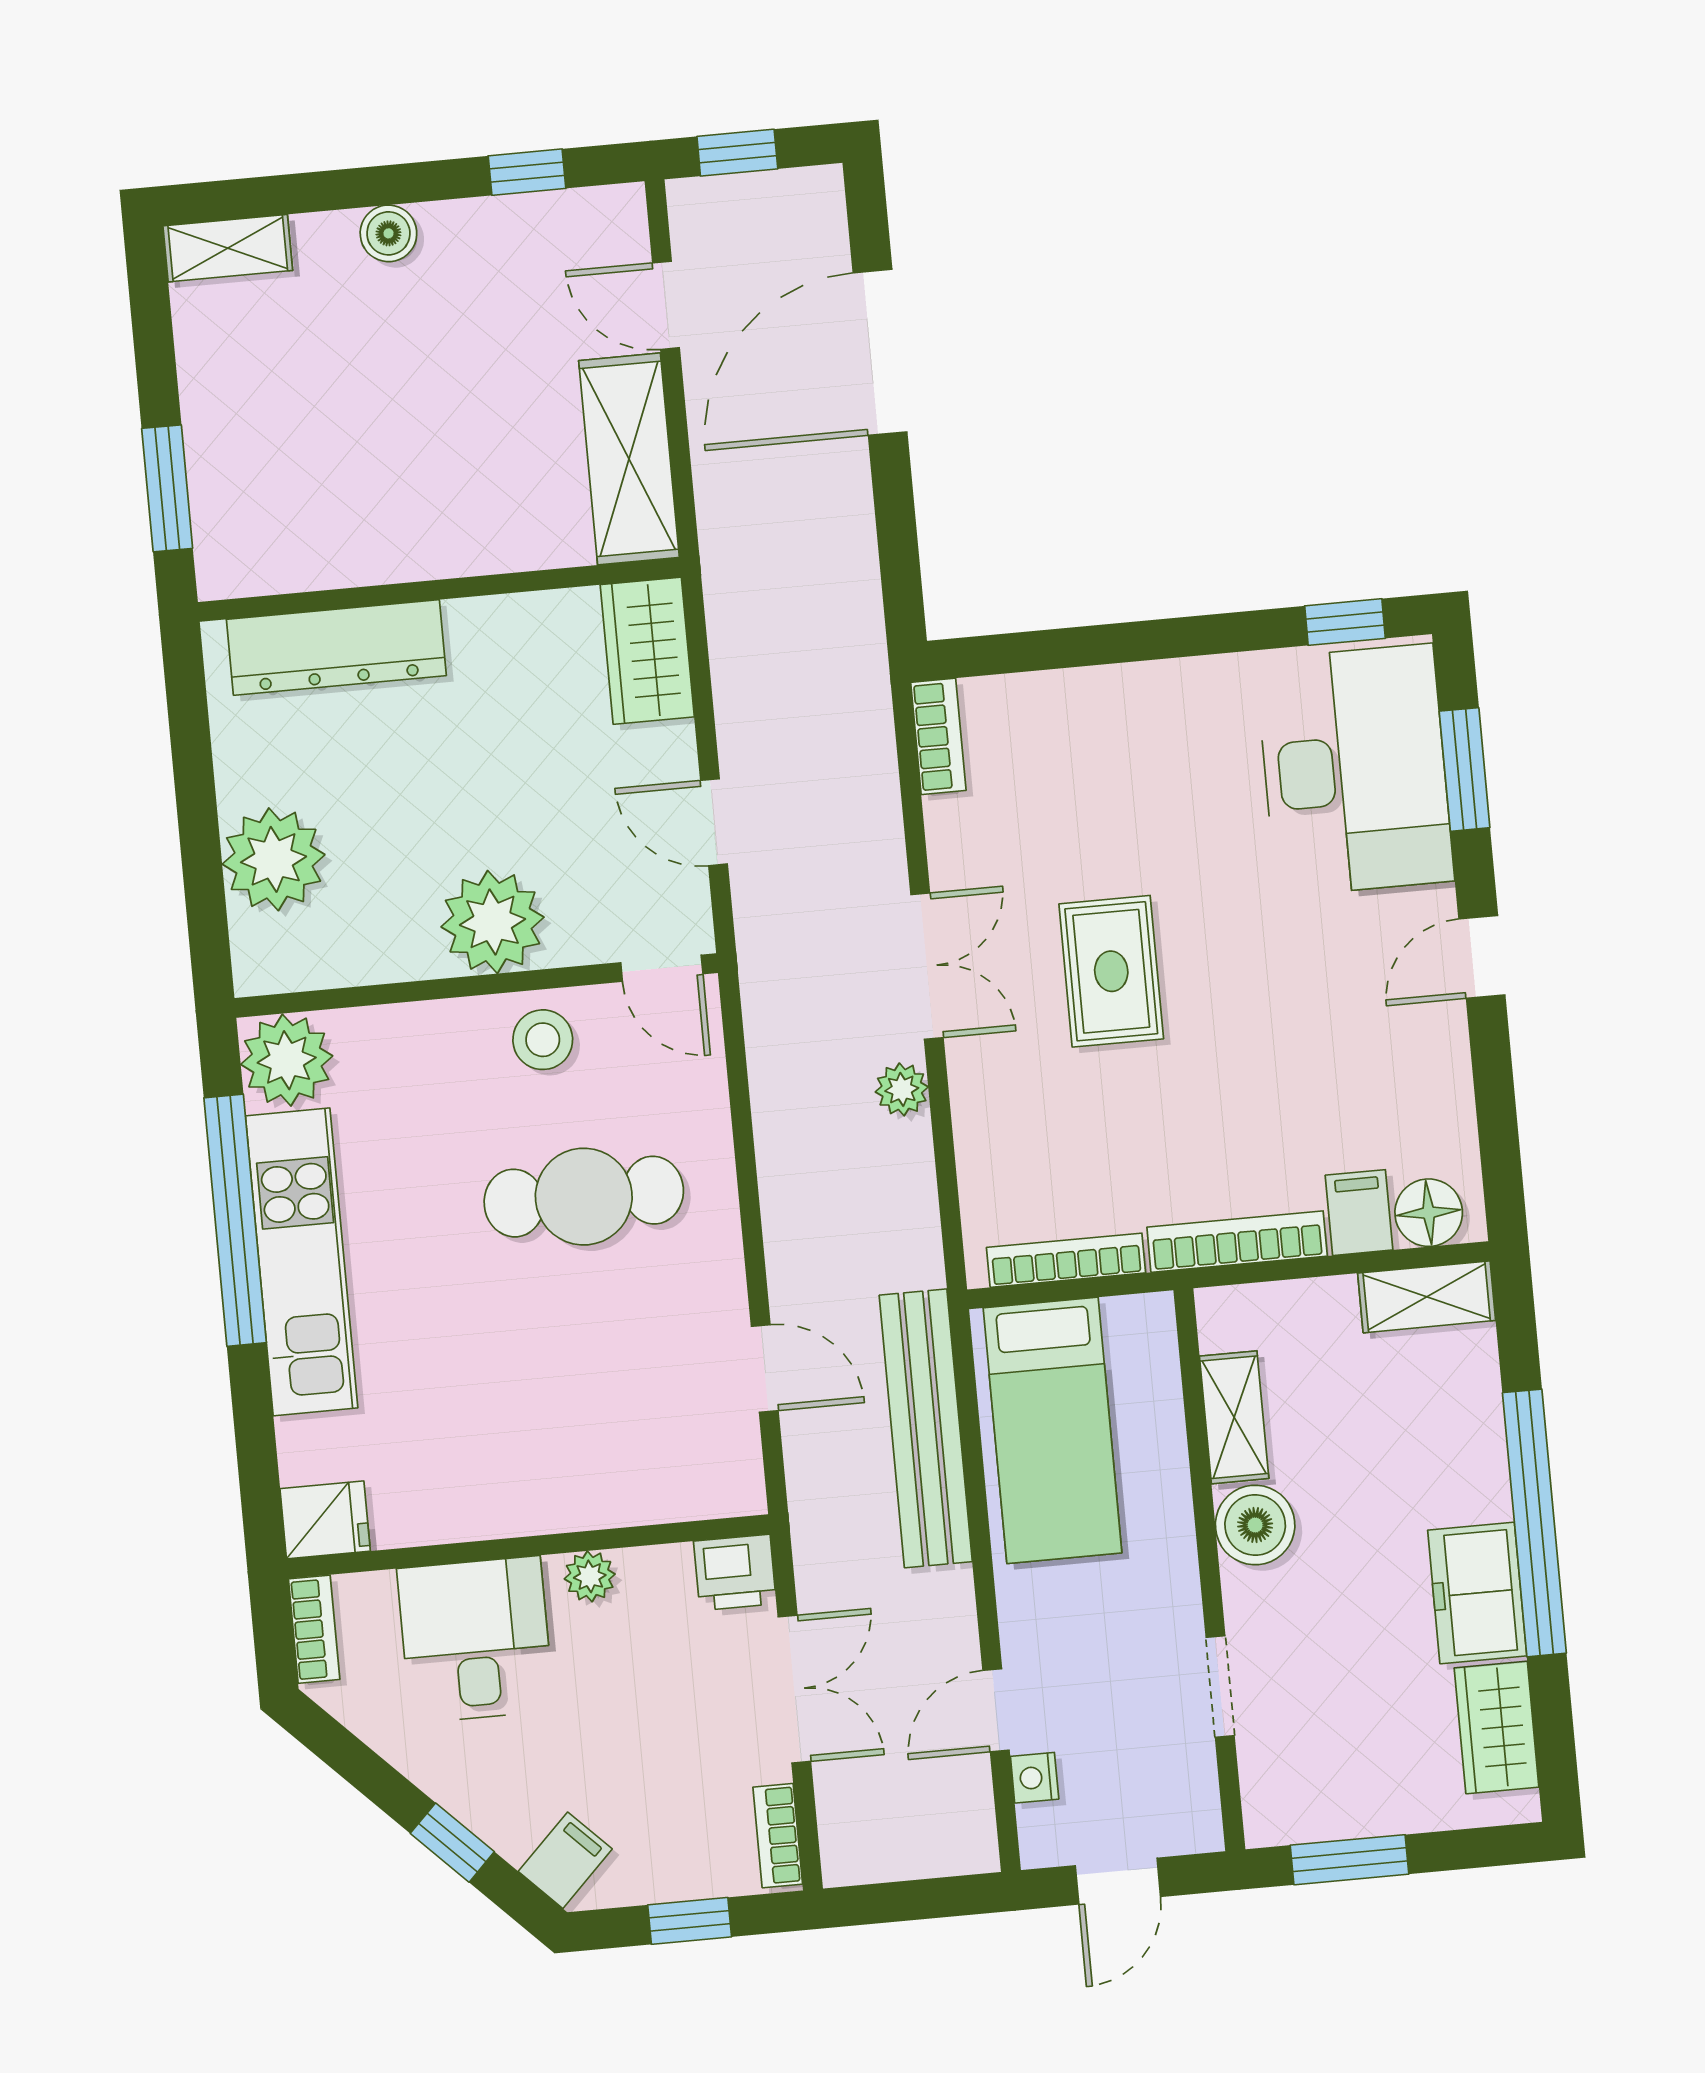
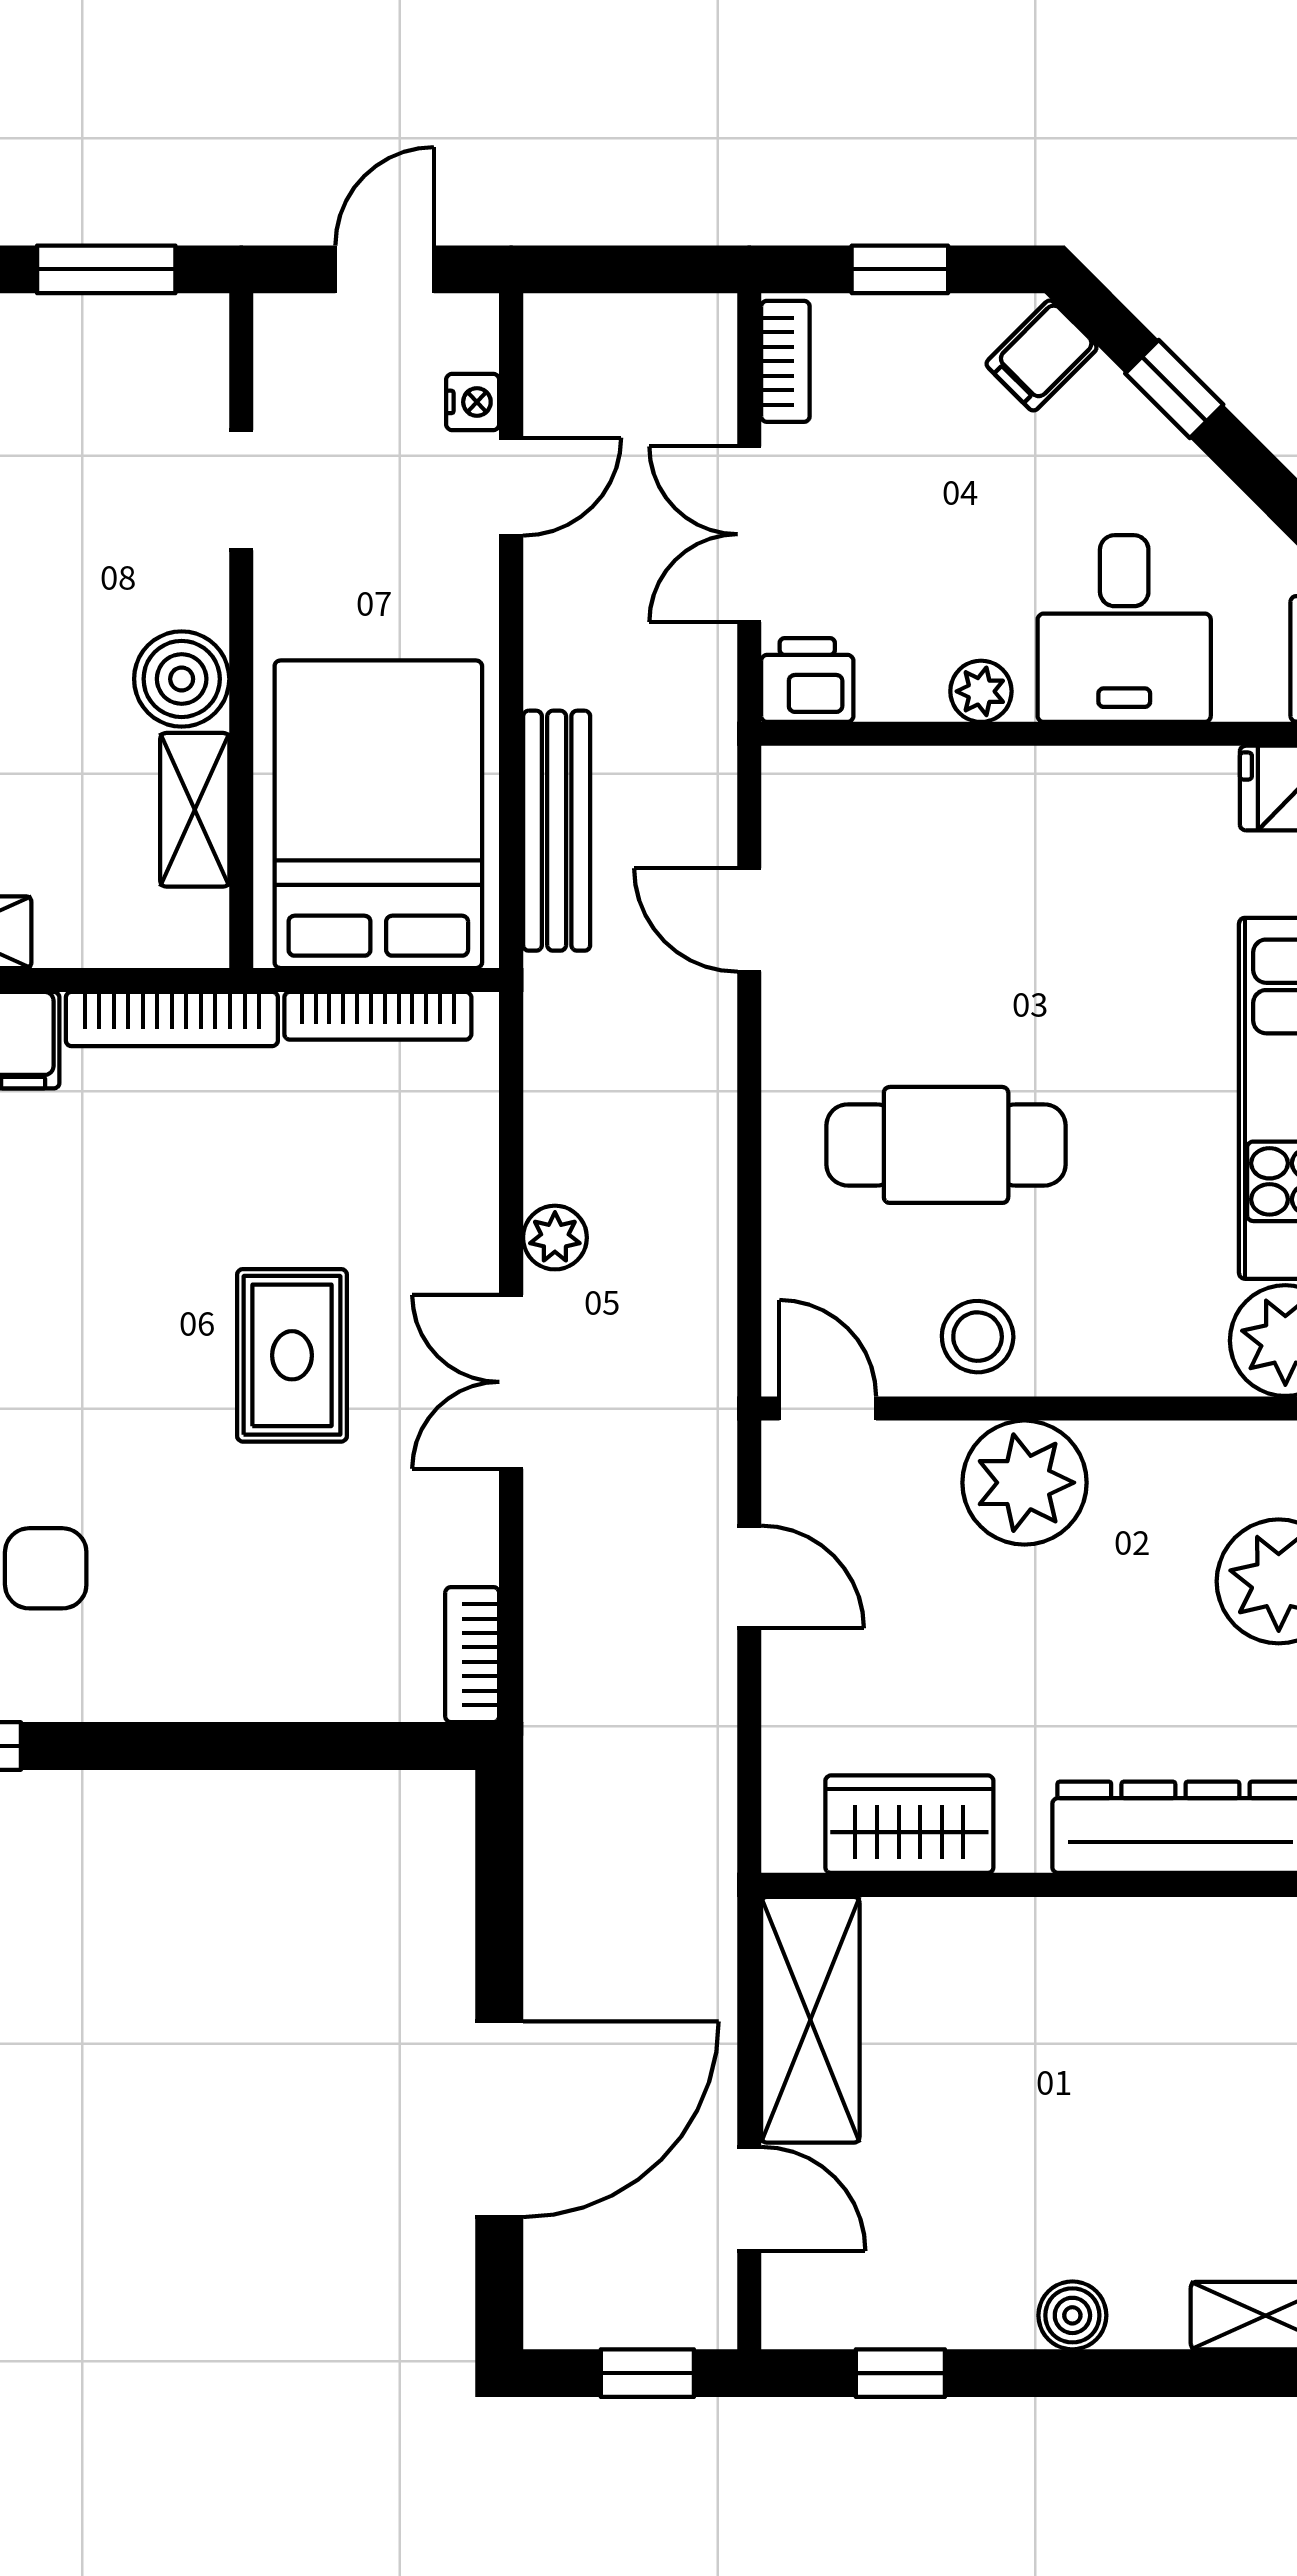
wardrobe: (647, 651) -> (909, 1824), moved, turned -90
bench: (926, 1428) -> (557, 831), width x0.73, depth x0.82
bed: (1052, 1430) -> (378, 814), width x1.50

